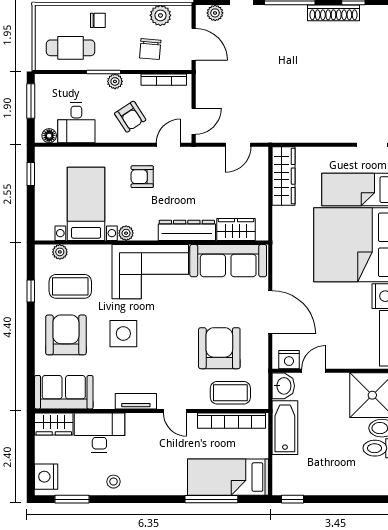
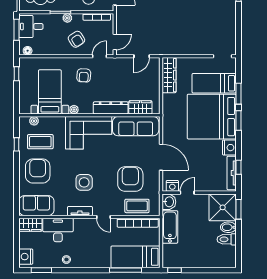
desk: (76, 123) -> (31, 26), moved, turned 90
armchair: (142, 177) -> (84, 75), turned -87
side table: (123, 334) -> (84, 182), moved

